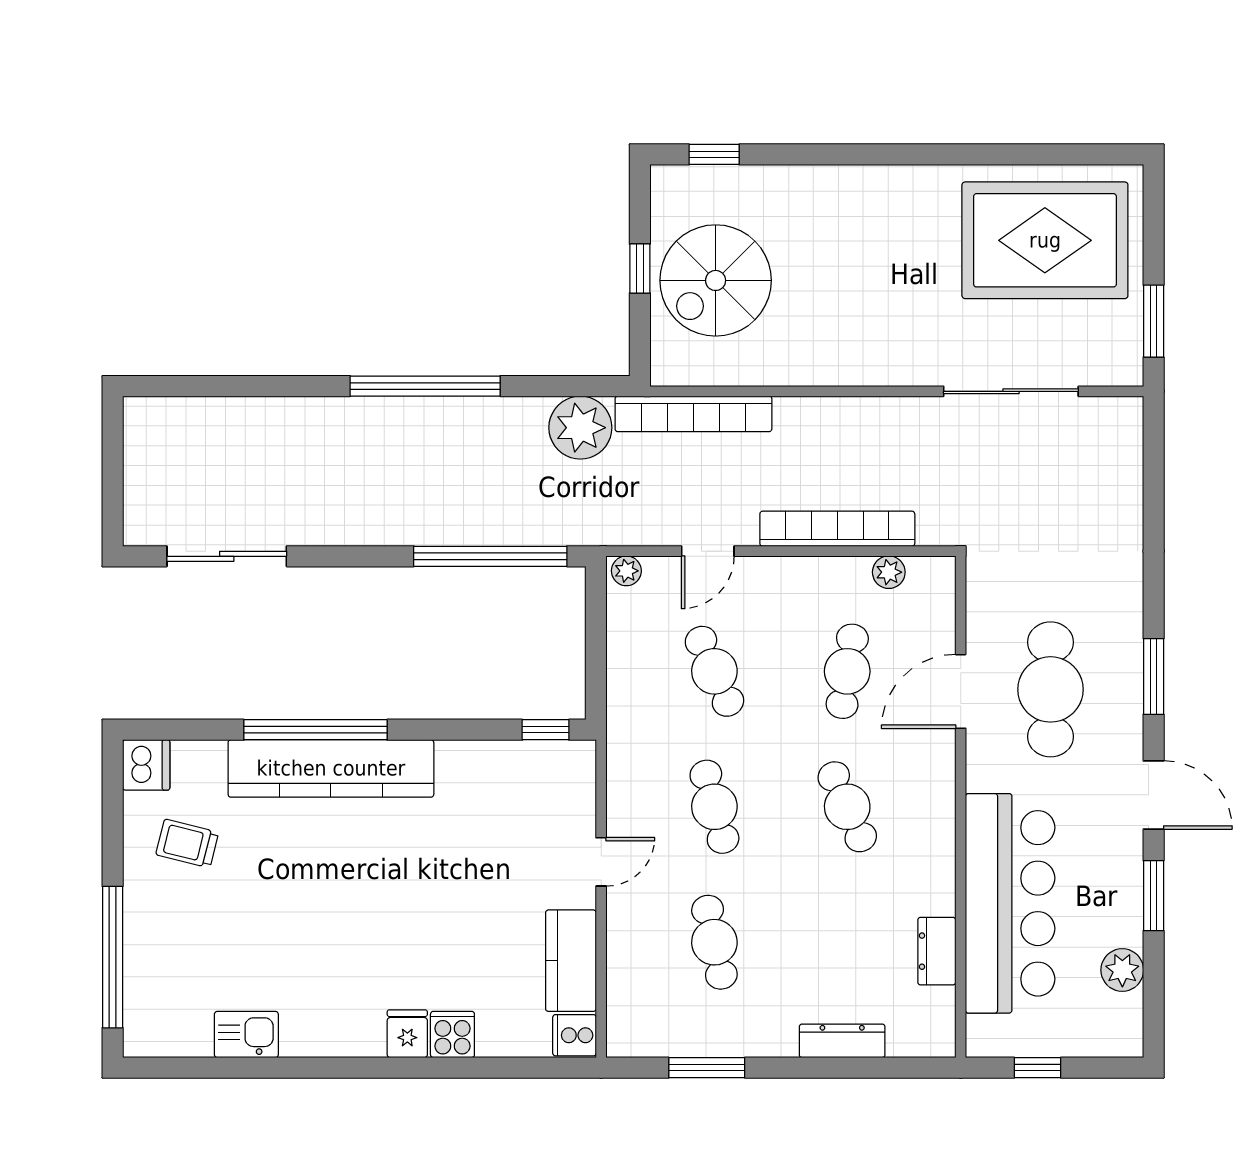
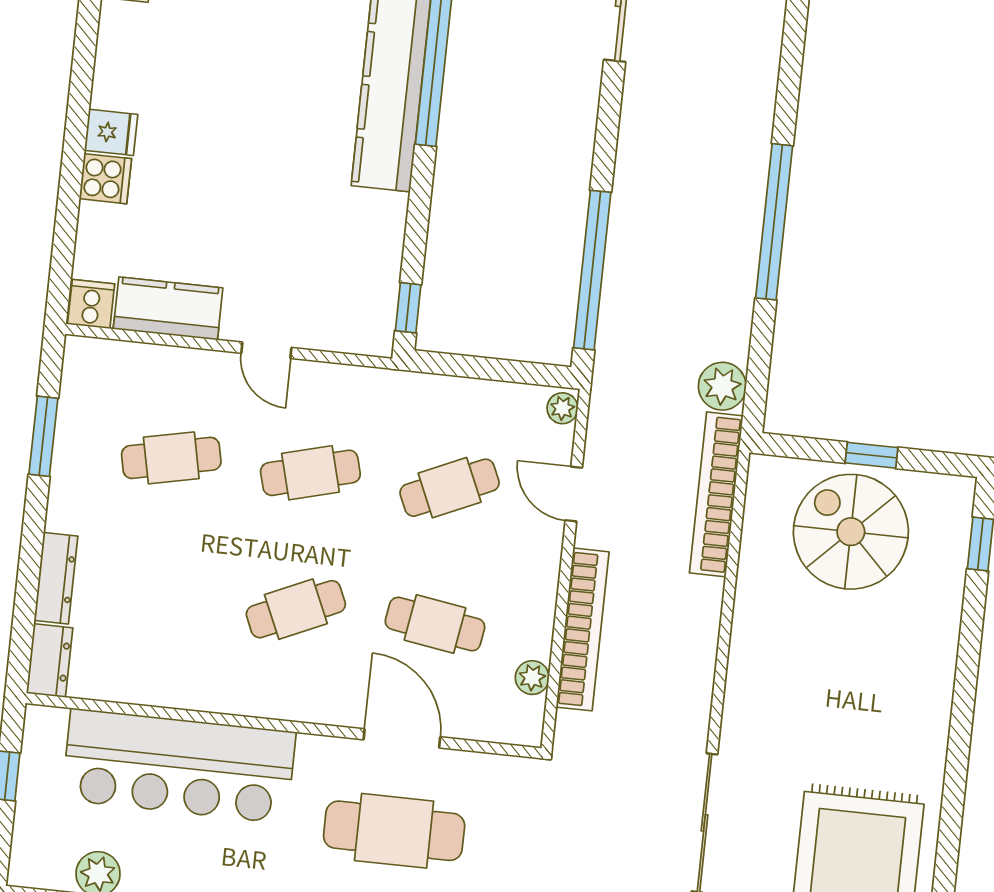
plant: (580, 428) -> (722, 386), width x0.73, depth x0.73
dresser: (937, 951) -> (50, 660), moved, turned 90

